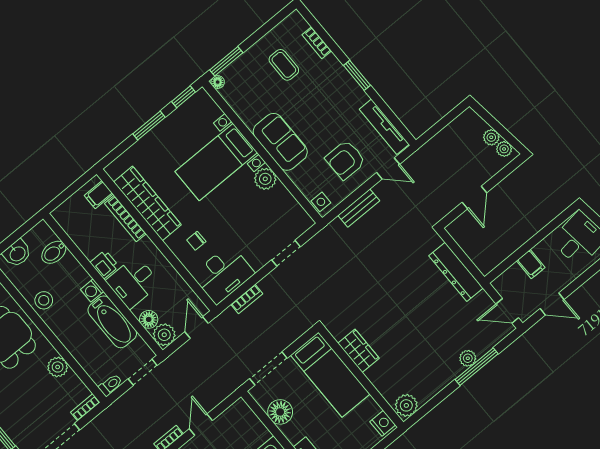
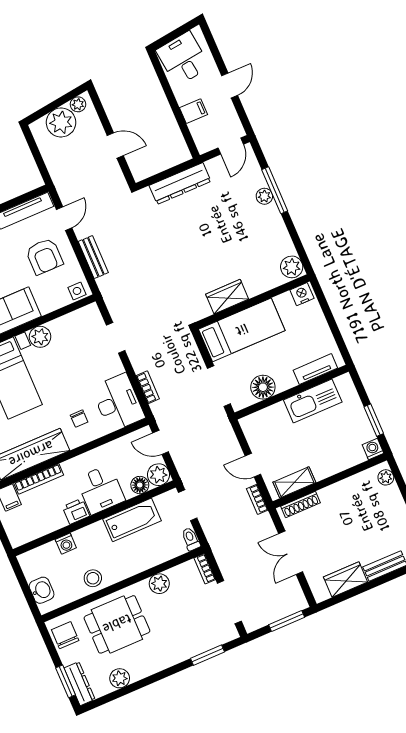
plant: (491, 137) -> (61, 122), width x1.88, depth x1.88
bidet: (54, 252) -> (51, 556), removed
washing machine: (92, 290) -> (66, 544), moved
door: (552, 304) -> (230, 86), moved

